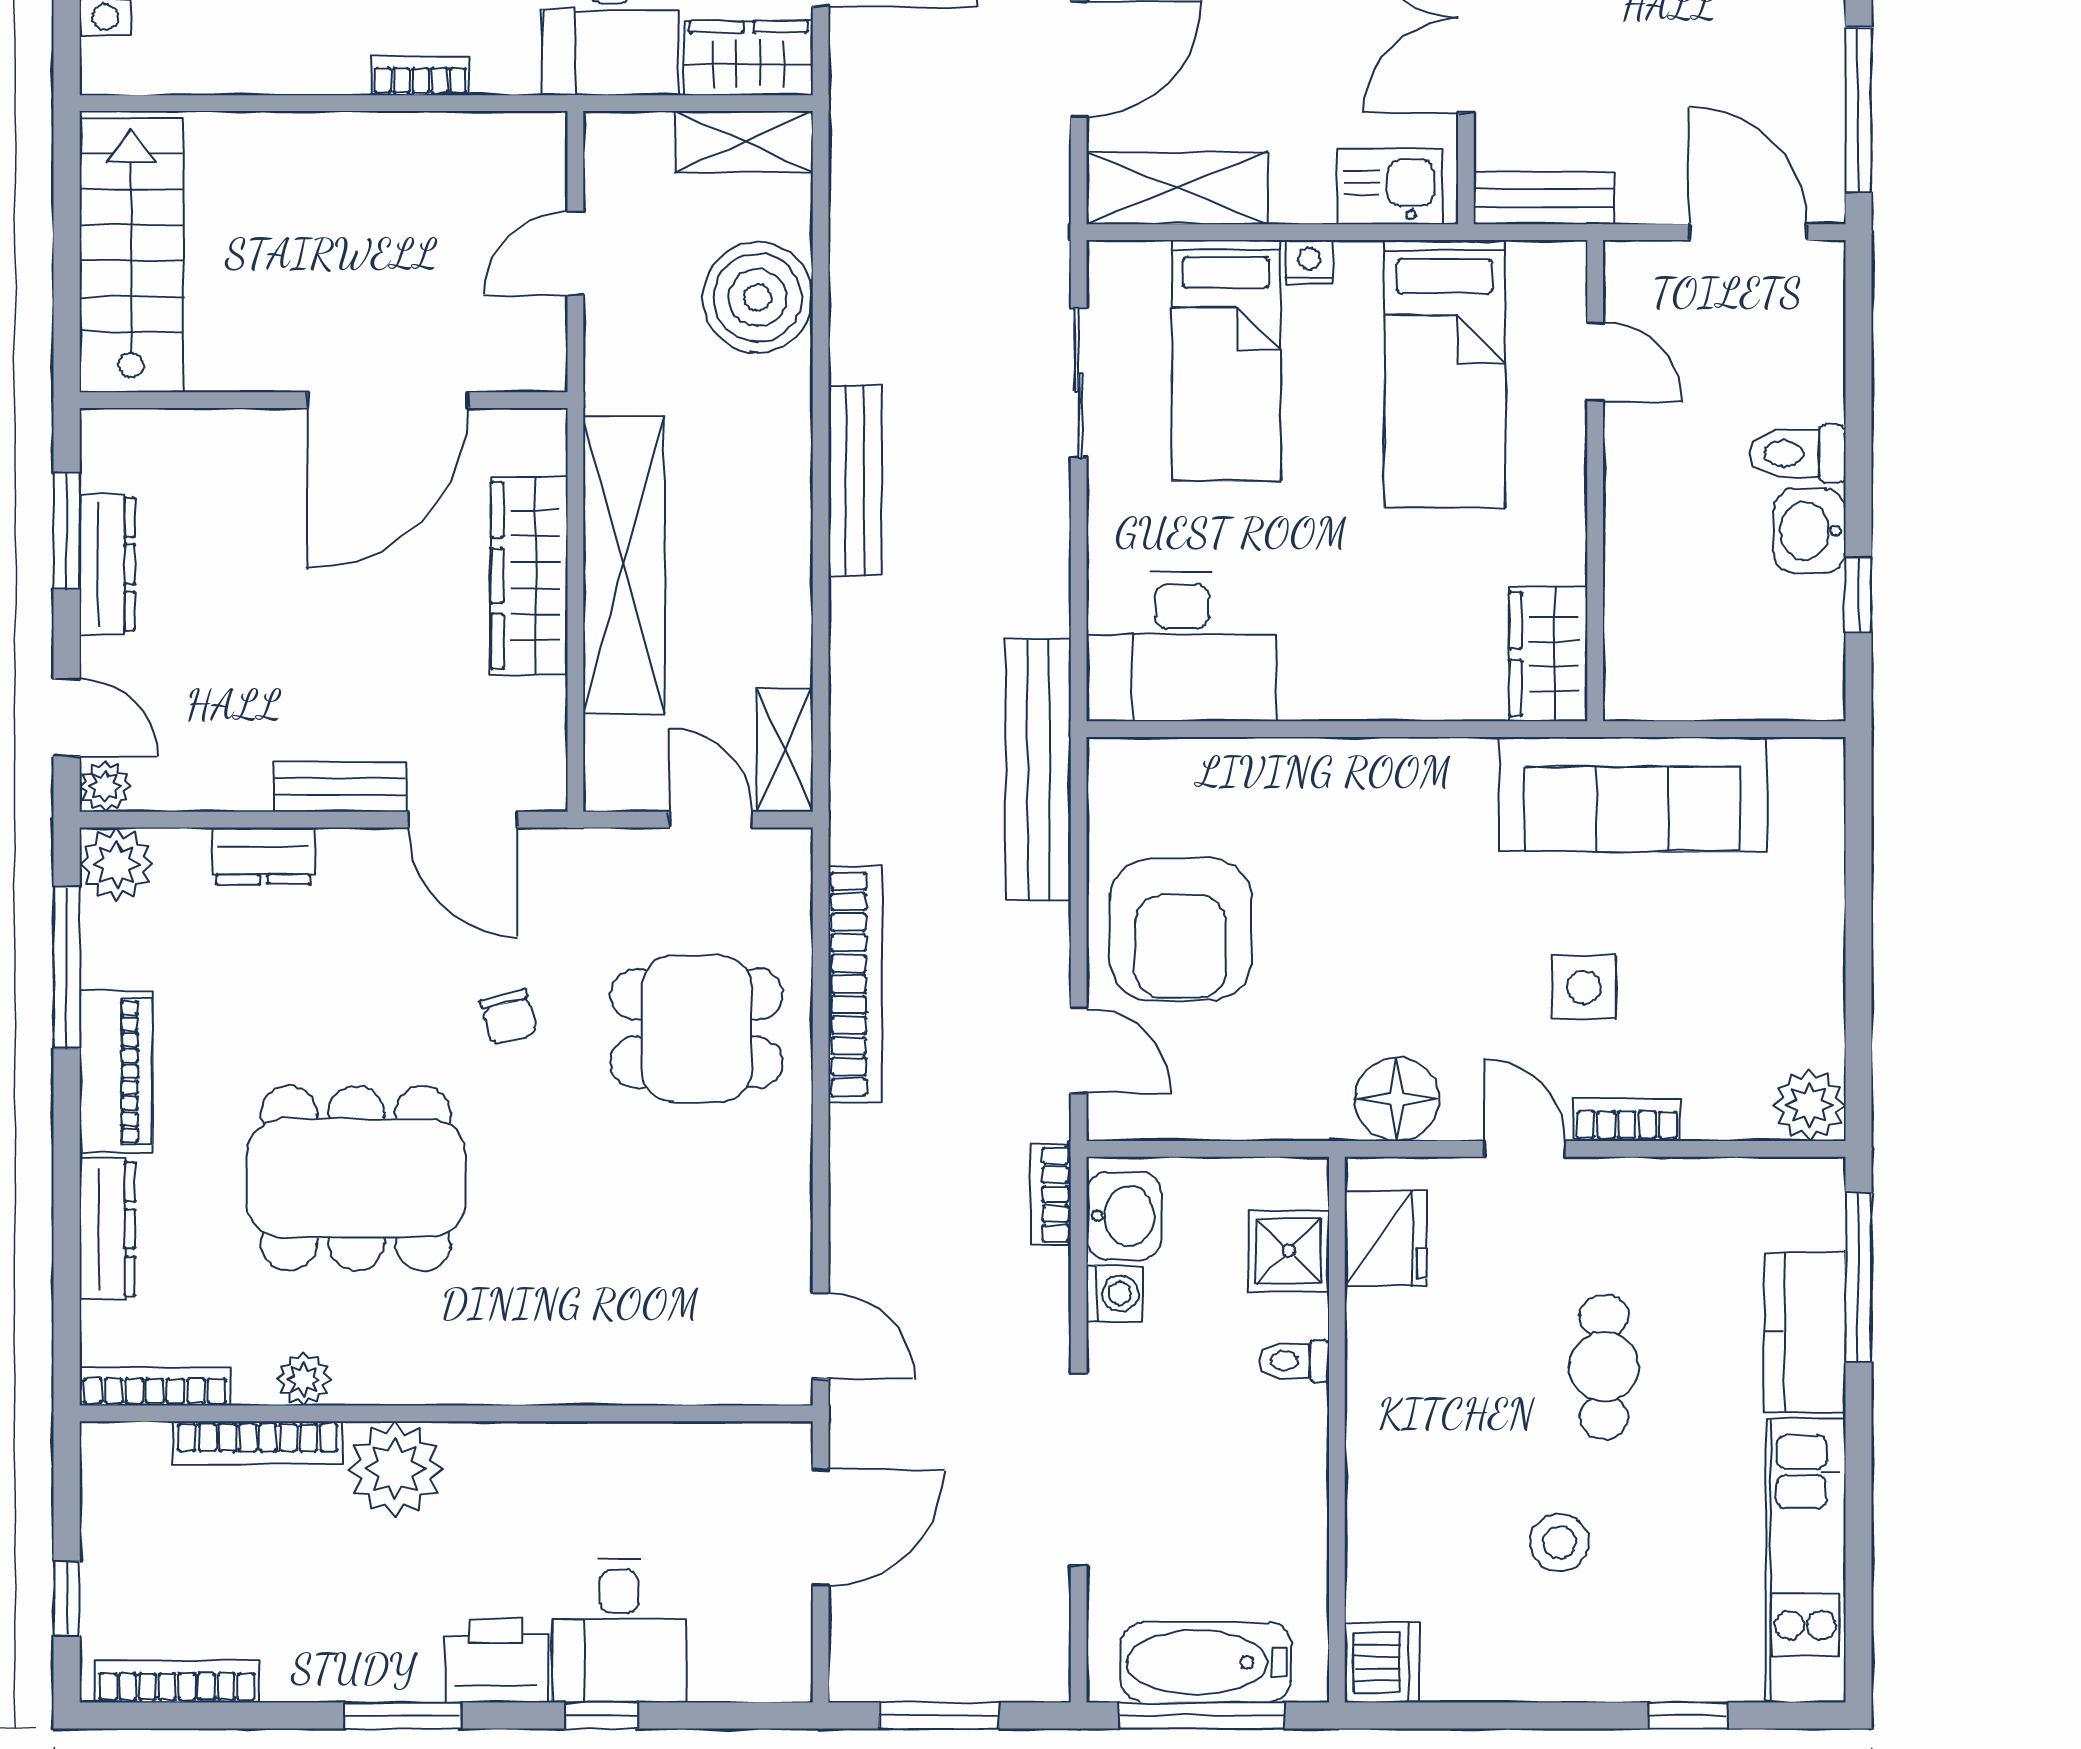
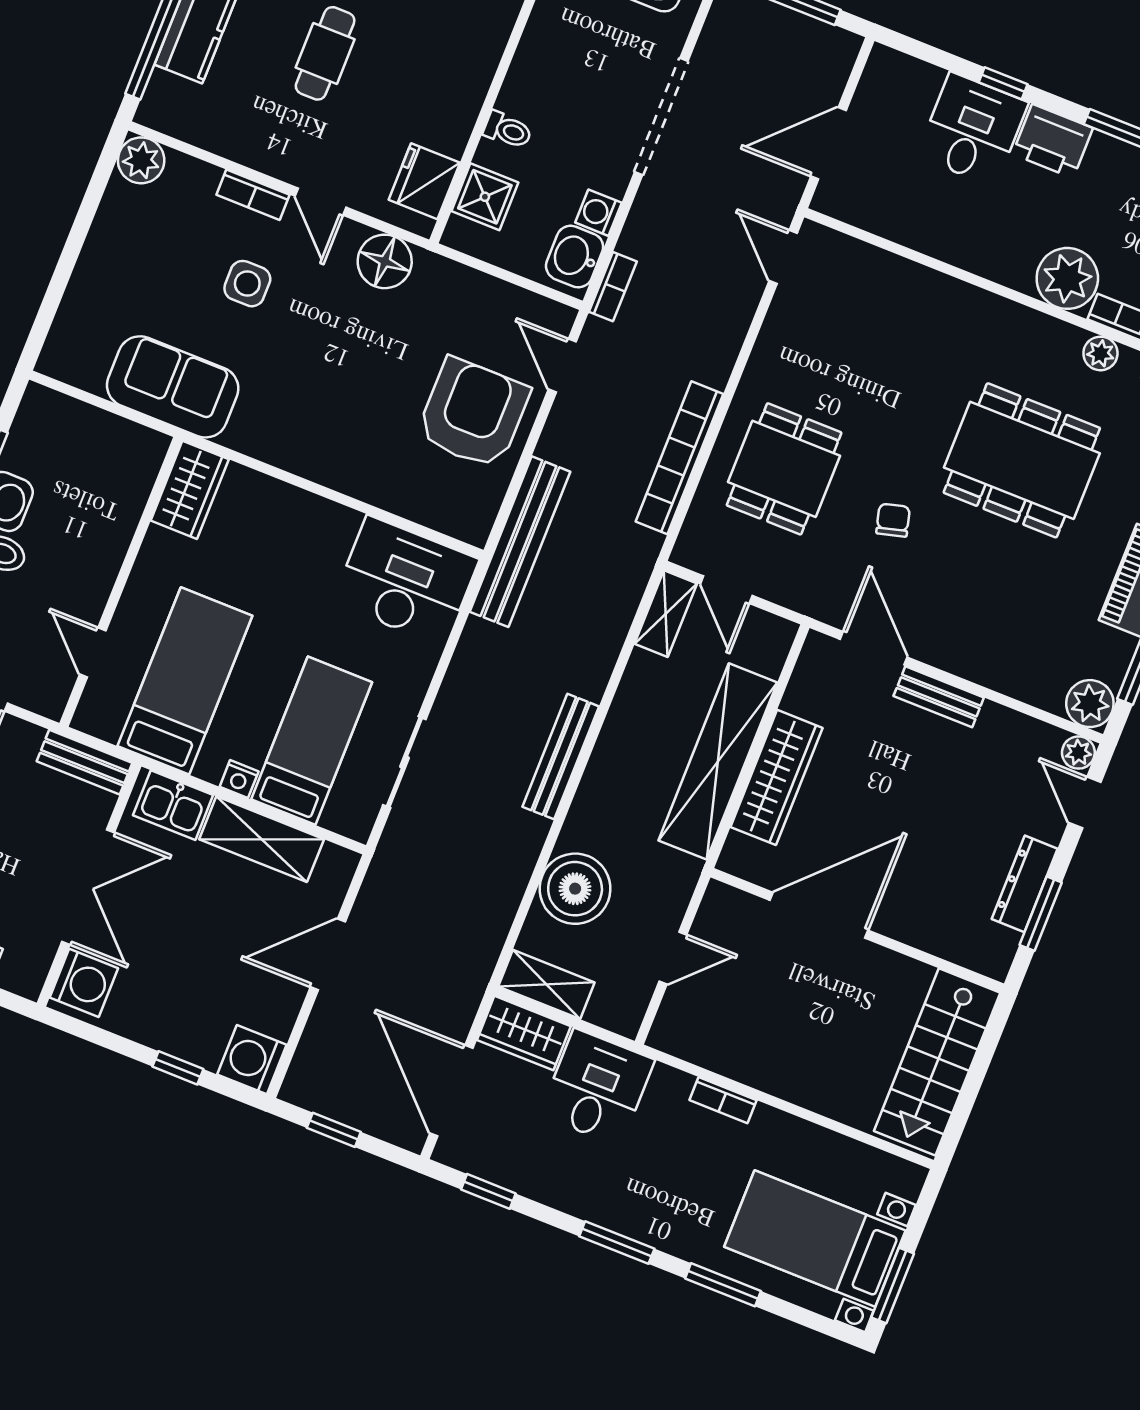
shelving: (1177, 188) -> (262, 839), moved
sofa: (1633, 794) -> (173, 387), width x0.73
dresser: (263, 856) -> (1001, 674), removed
dining table: (697, 1028) -> (784, 469), turned 90

